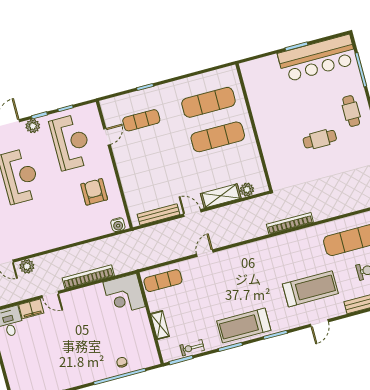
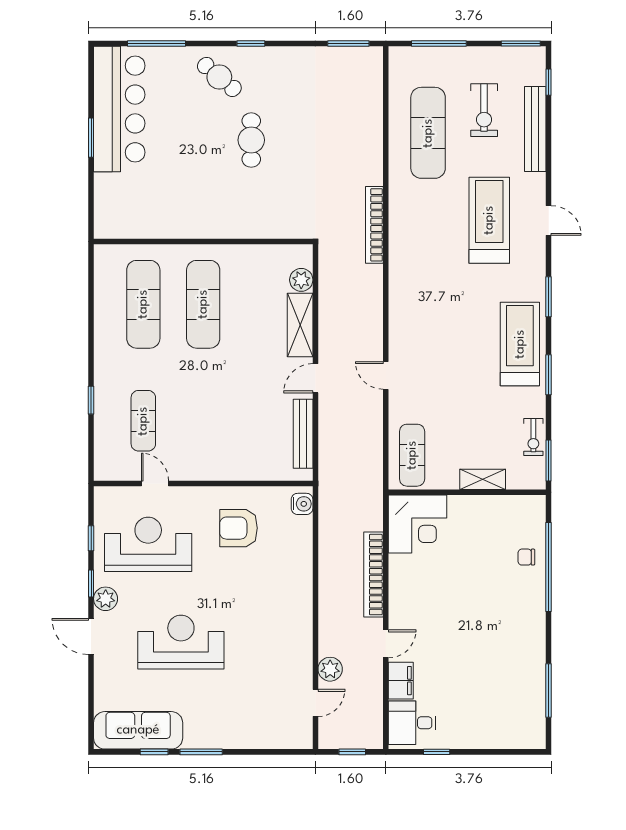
cafe table: (351, 111) -> (219, 77), turned 40
treadmill: (244, 326) -> (520, 344), turned 180

